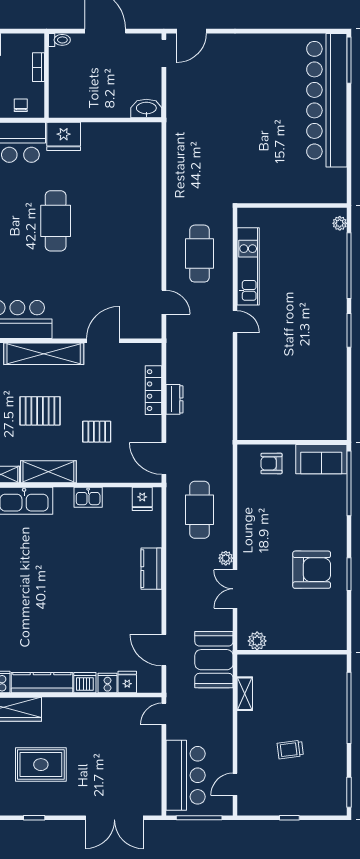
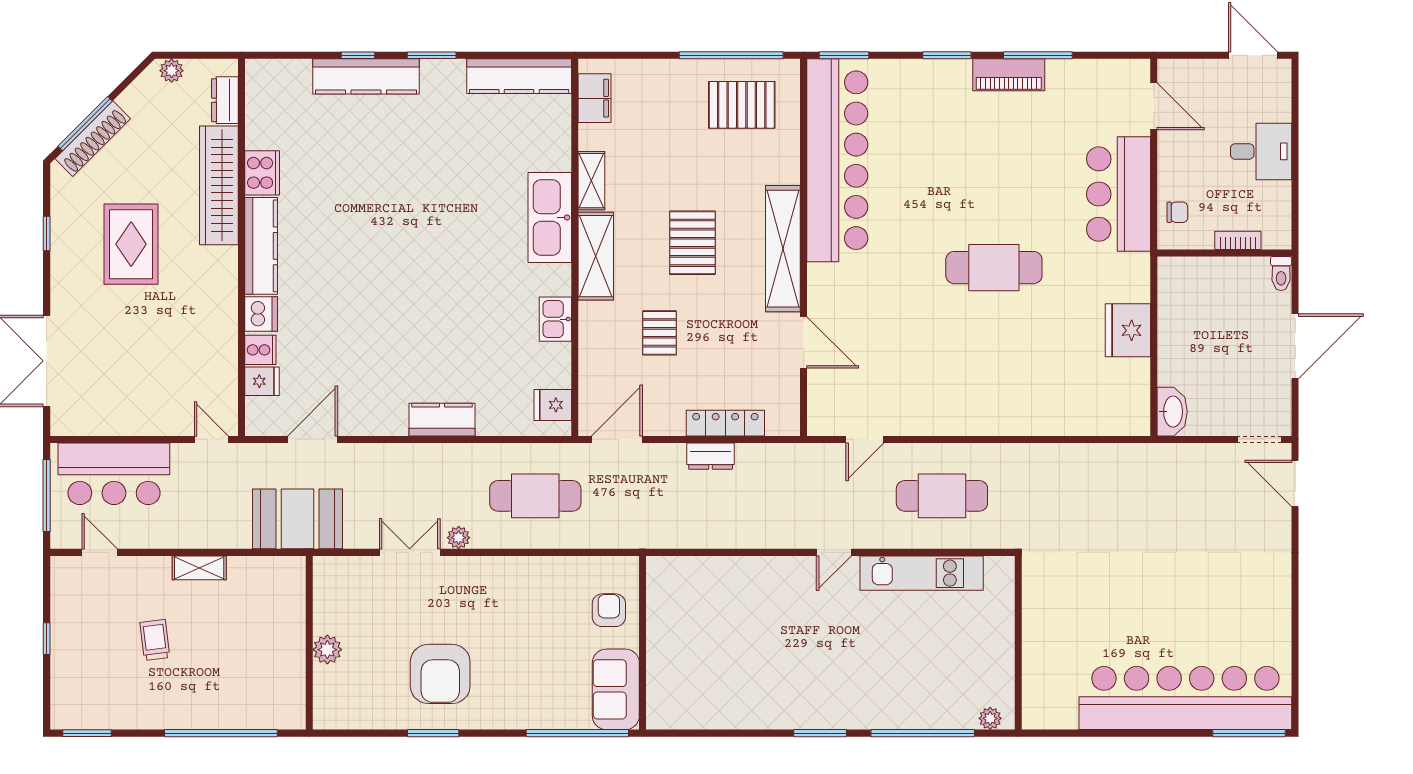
fridge: (64, 136) -> (1128, 330), moved
plant: (257, 641) -> (327, 650), moved
shelving: (245, 694) -> (199, 568), moved

